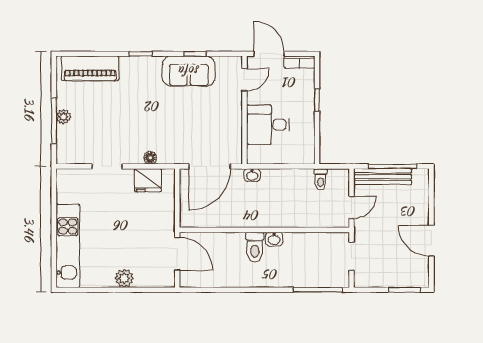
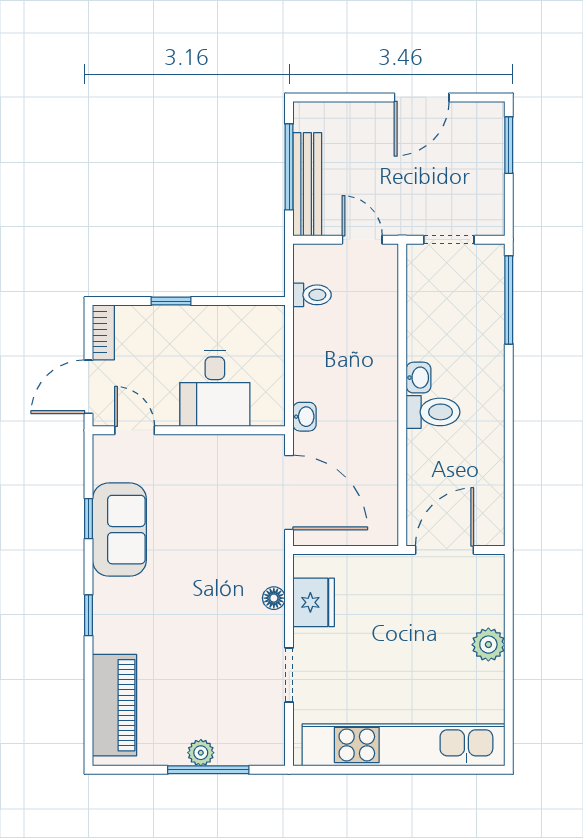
kitchen unit: (68, 246) -> (403, 745), width x1.36

